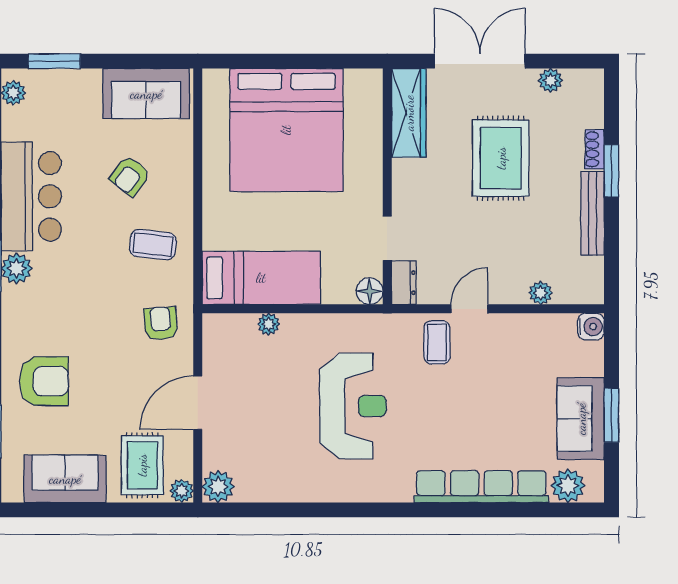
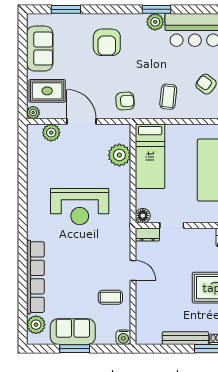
plant: (541, 293) -> (142, 310), removed
plant: (269, 324) -> (119, 155), width x1.88, depth x1.88
coffee table: (437, 342) -> (110, 297), moved
armchair: (44, 381) -> (107, 42), moved
plant: (218, 487) -> (51, 133), moved

